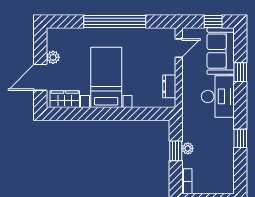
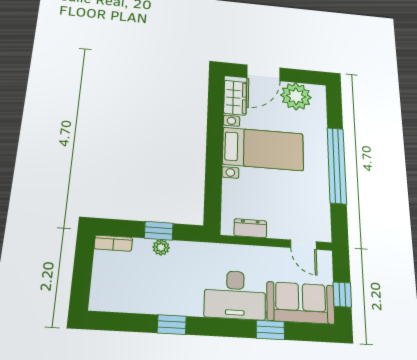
plant: (53, 57) -> (296, 96), width x1.88, depth x1.88
door: (40, 77) -> (263, 73), swing flipped

